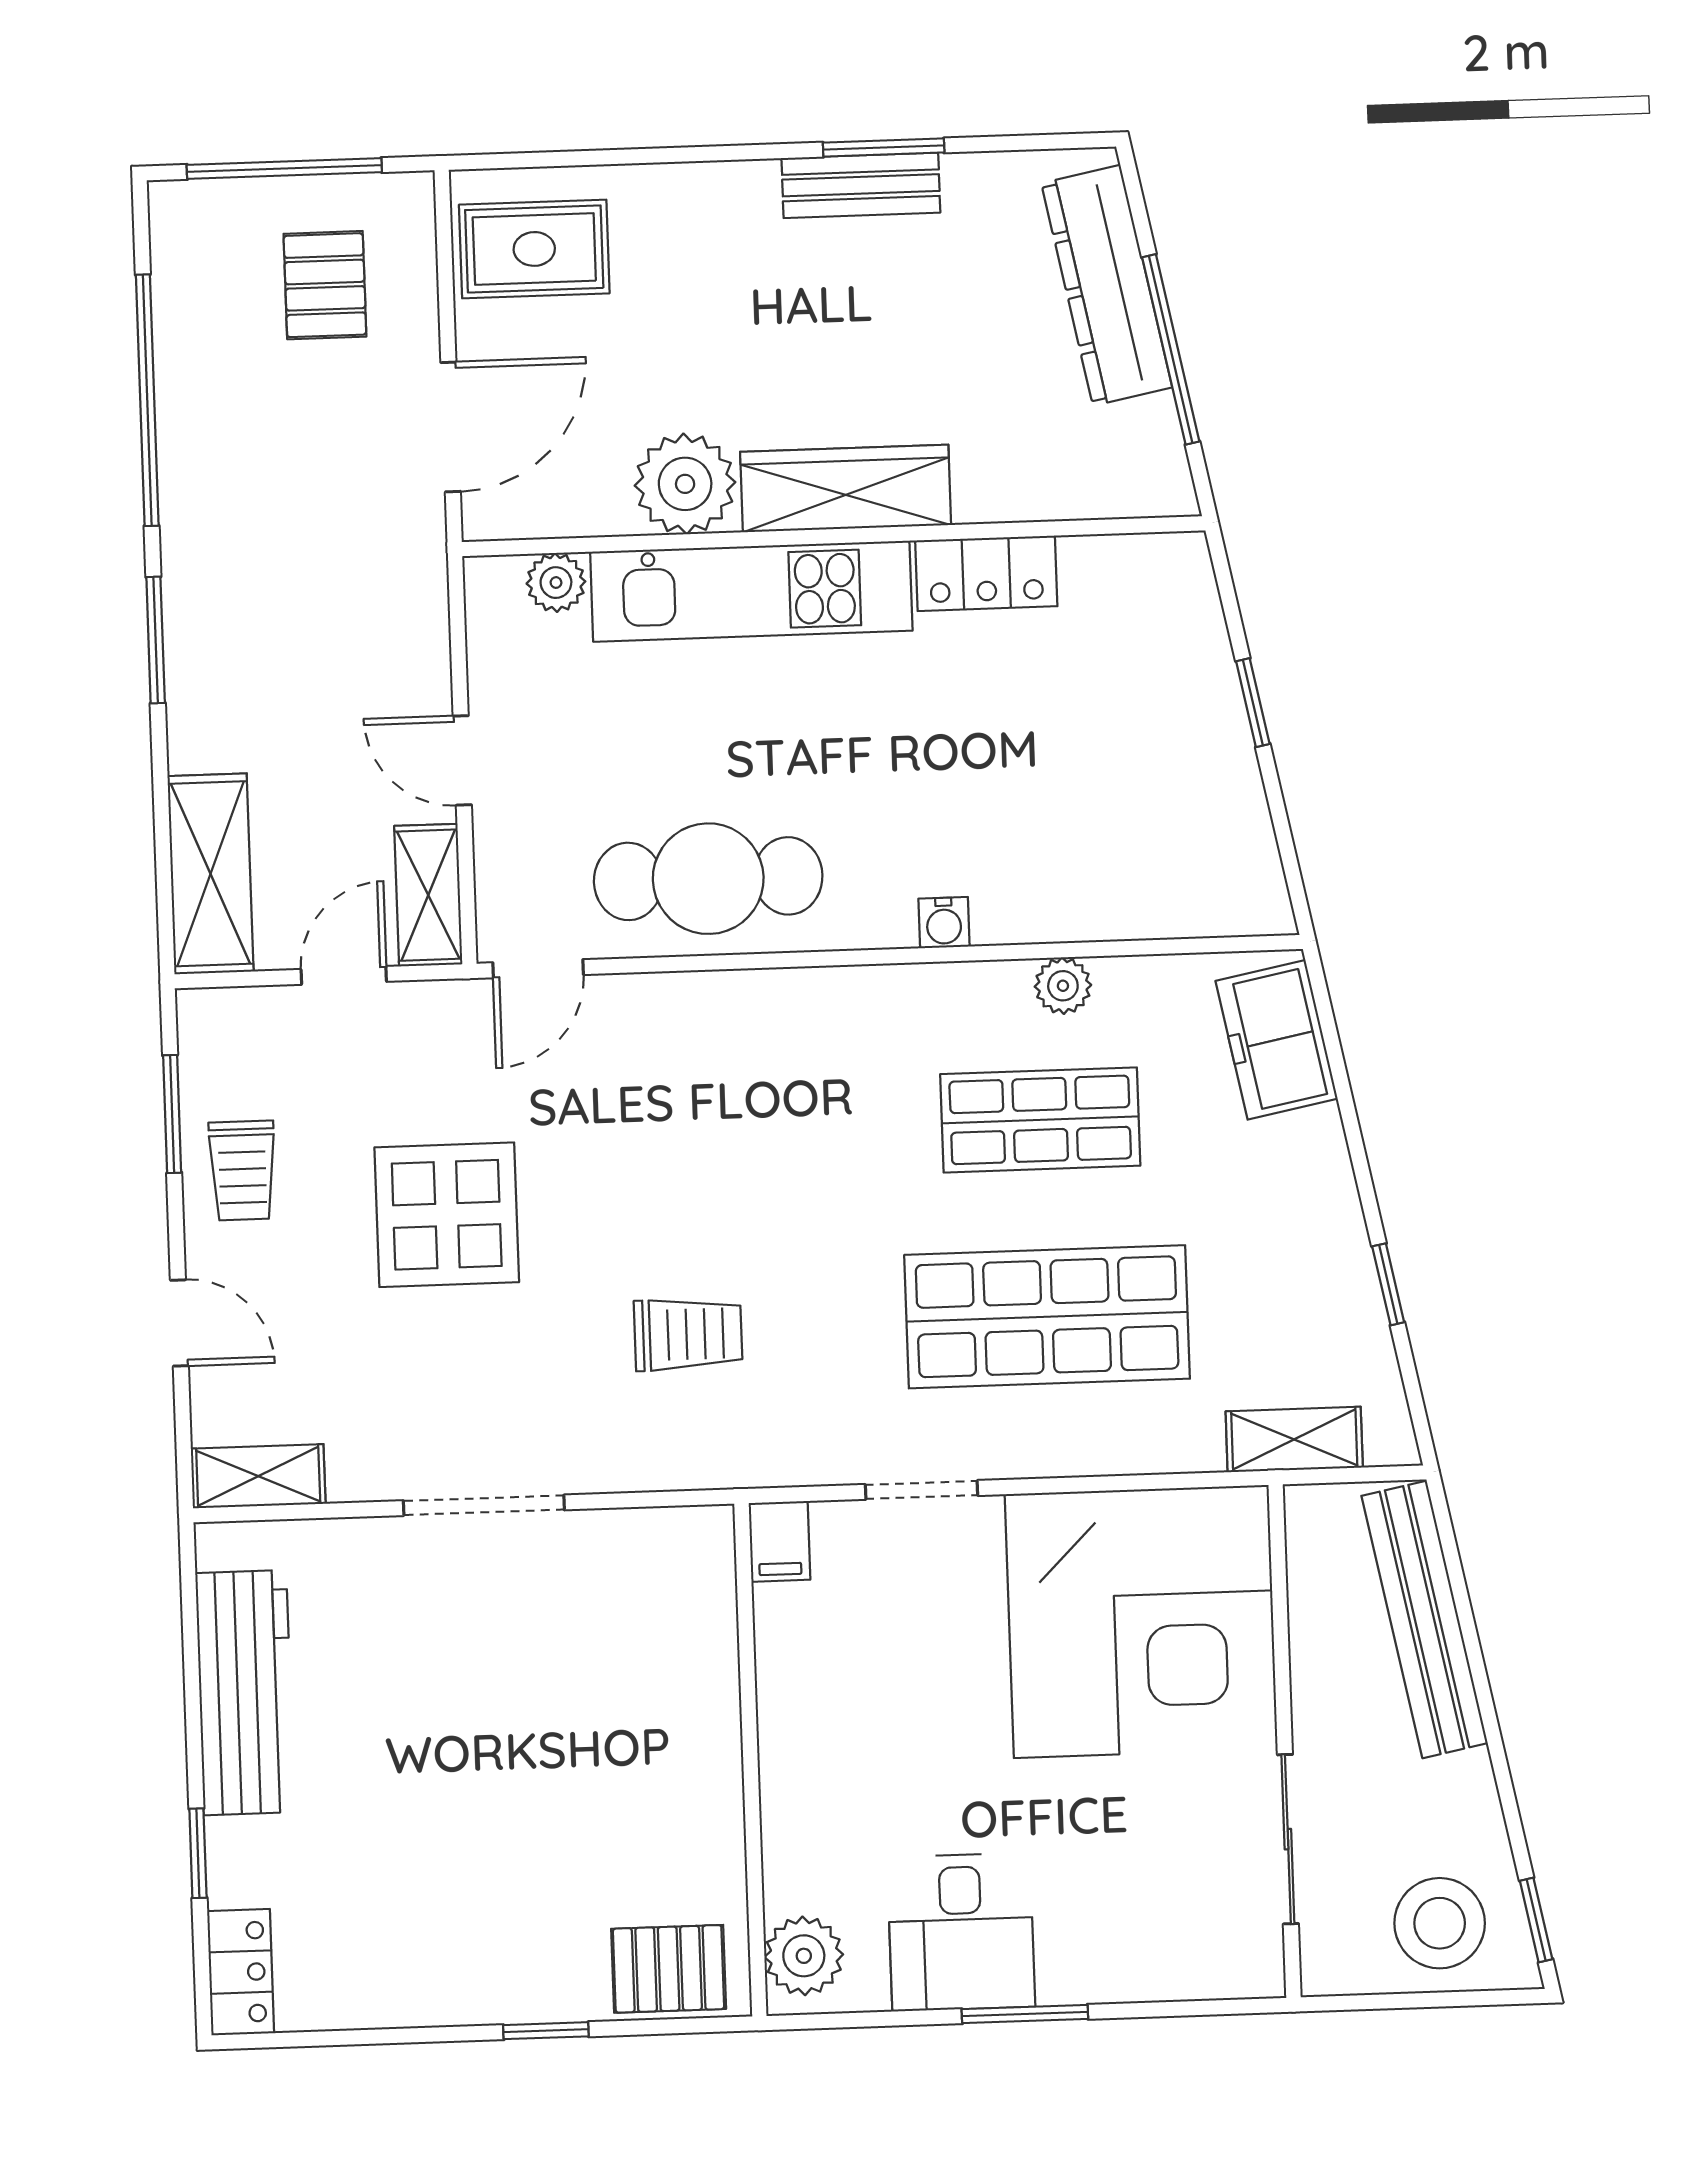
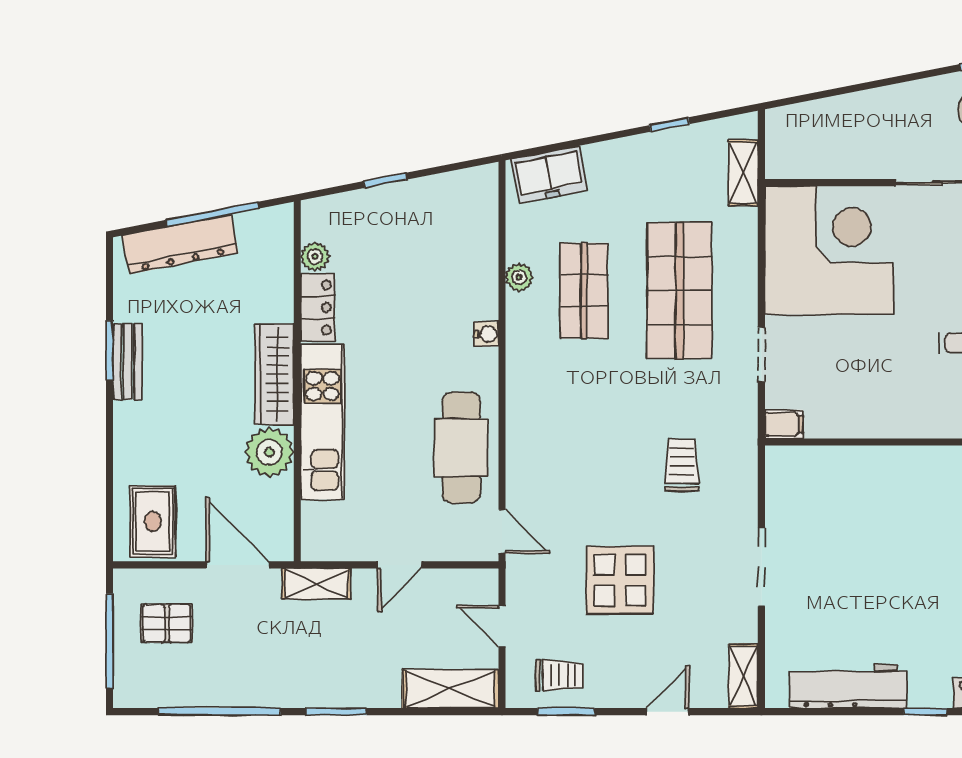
plant: (556, 583) -> (315, 257), moved
shelving: (428, 895) -> (316, 584), moved
trolley: (242, 1171) -> (560, 675), moved
bench: (1425, 1619) -> (833, 113), removed

